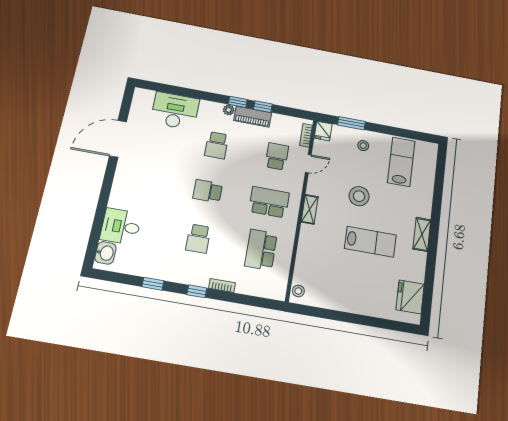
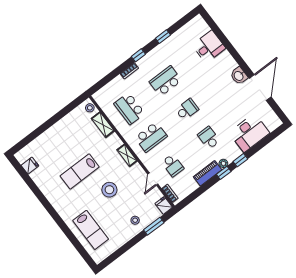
window: (263, 107) -> (240, 160), moved
lab bench: (401, 162) -> (91, 230), moved
shelving: (422, 234) -> (103, 125), moved
school desk: (198, 239) -> (165, 81), width x1.85
school desk: (261, 250) -> (129, 109), turned 180
washbasin: (105, 253) -> (239, 76), moved
fridge: (410, 297) -> (30, 166), width x0.53, depth x0.75

